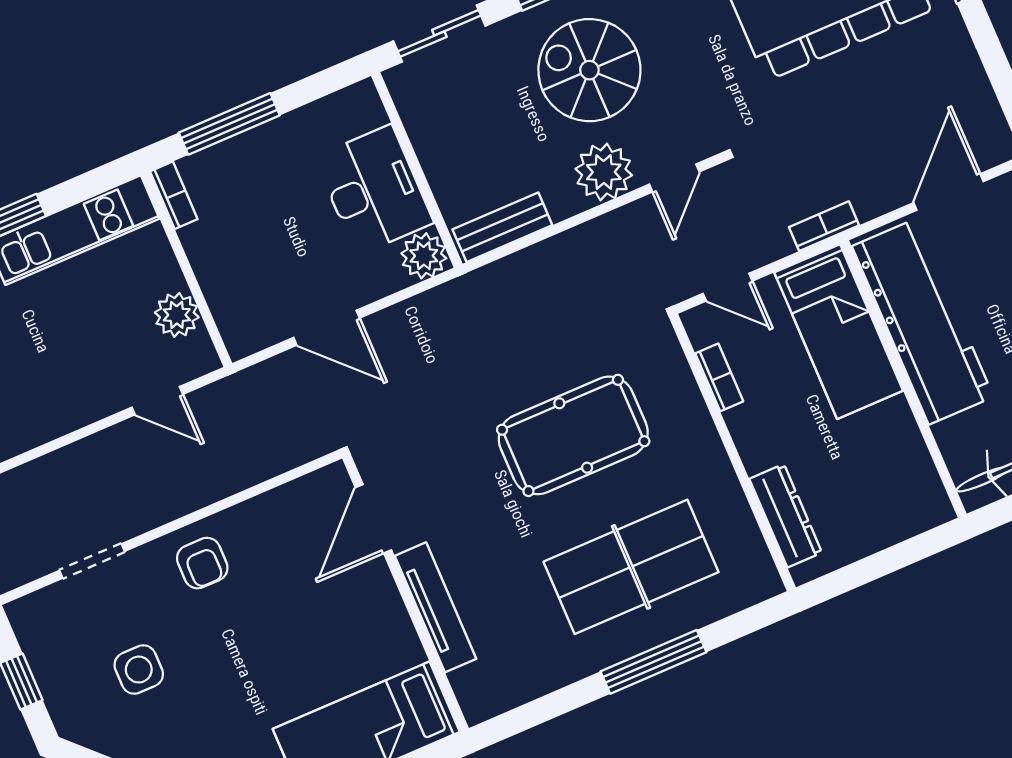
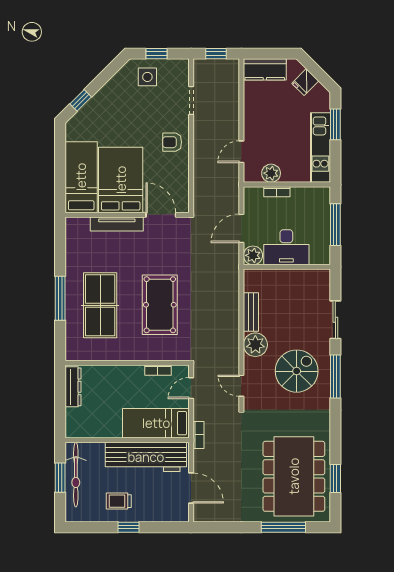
wall: (417, 170) -> (287, 267), moved
plant: (604, 172) -> (255, 345), moved
desk: (374, 190) -> (286, 247), moved
bookcase: (174, 195) -> (277, 192), moved
plant: (424, 256) -> (253, 255), moved
dresser: (786, 516) -> (73, 387), moved, turned -90
bed: (335, 641) -> (121, 180), added
side table: (139, 670) -> (147, 77), moved

